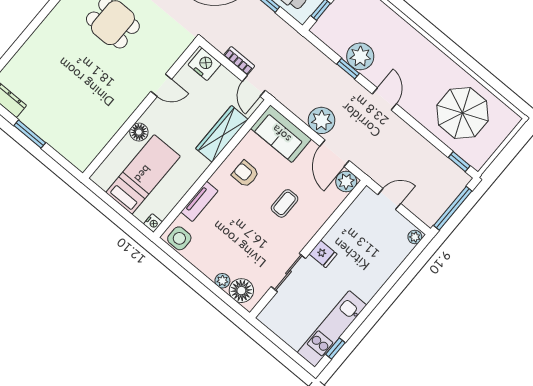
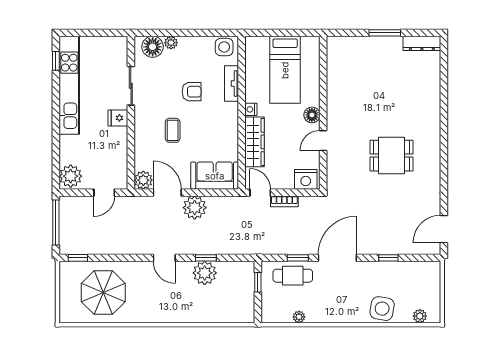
floor lamp: (139, 132) -> (312, 115), moved
armchair: (245, 174) -> (192, 92), moved
nightstand: (153, 223) -> (251, 109), moved
plant: (415, 237) -> (71, 176), width x1.88, depth x1.88
kitchen unit: (332, 329) -> (69, 85), width x1.36

